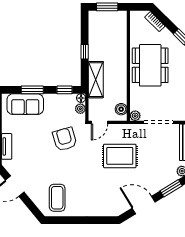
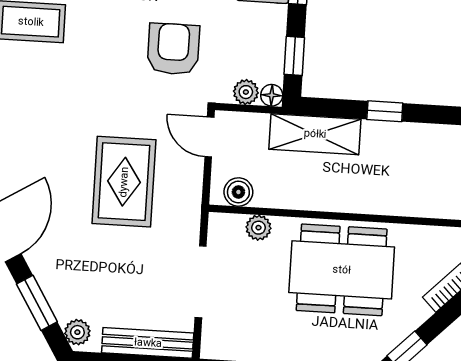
plant: (135, 116) -> (258, 228), moved
armchair: (65, 139) -> (173, 49), turned -74

